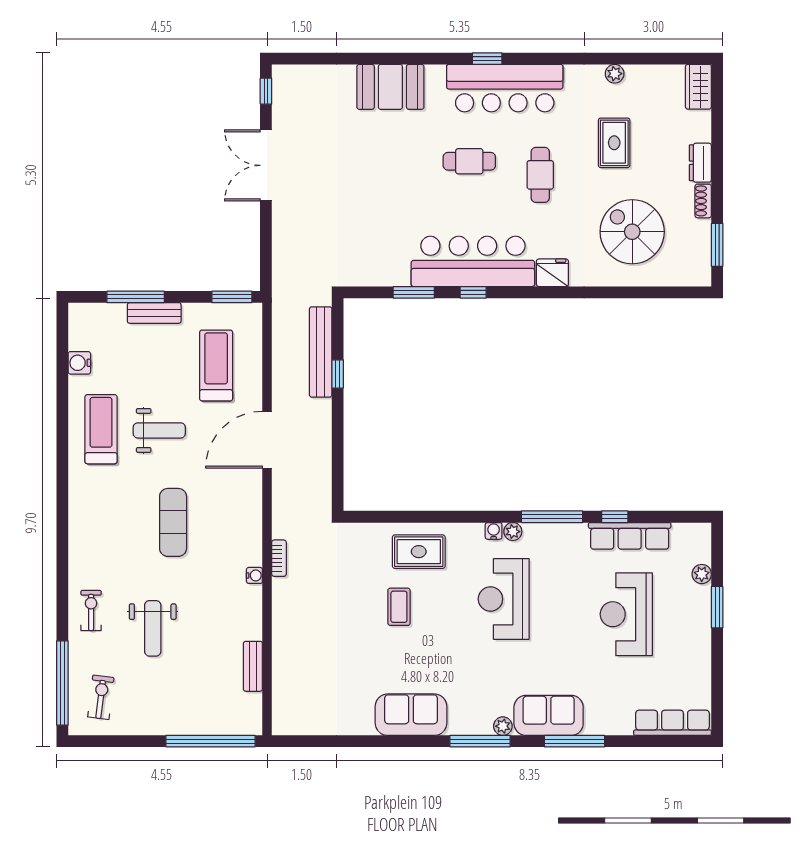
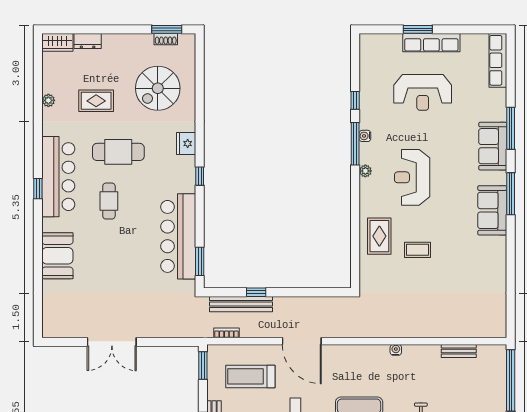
window: (266, 91) -> (60, 342), removed
dresser: (700, 163) -> (88, 41), moved
cafe table: (540, 175) -> (118, 152), width x1.37, depth x1.35
shoe rack: (703, 201) -> (166, 39), moved
bar counter: (473, 261) -> (178, 236), moved
window: (414, 292) -> (200, 261), moved
window: (473, 292) -> (200, 176), moved
water cooler: (494, 531) -> (365, 136), moved
row of seats: (630, 536) -> (431, 43), moved, turned 90
bookcase: (279, 558) -> (227, 333), moved
plant: (702, 574) -> (395, 40), removed
reception desk: (504, 599) -> (412, 177), turned 90
sofa: (411, 715) -> (492, 210), moved
plant: (503, 726) -> (500, 178), removed

